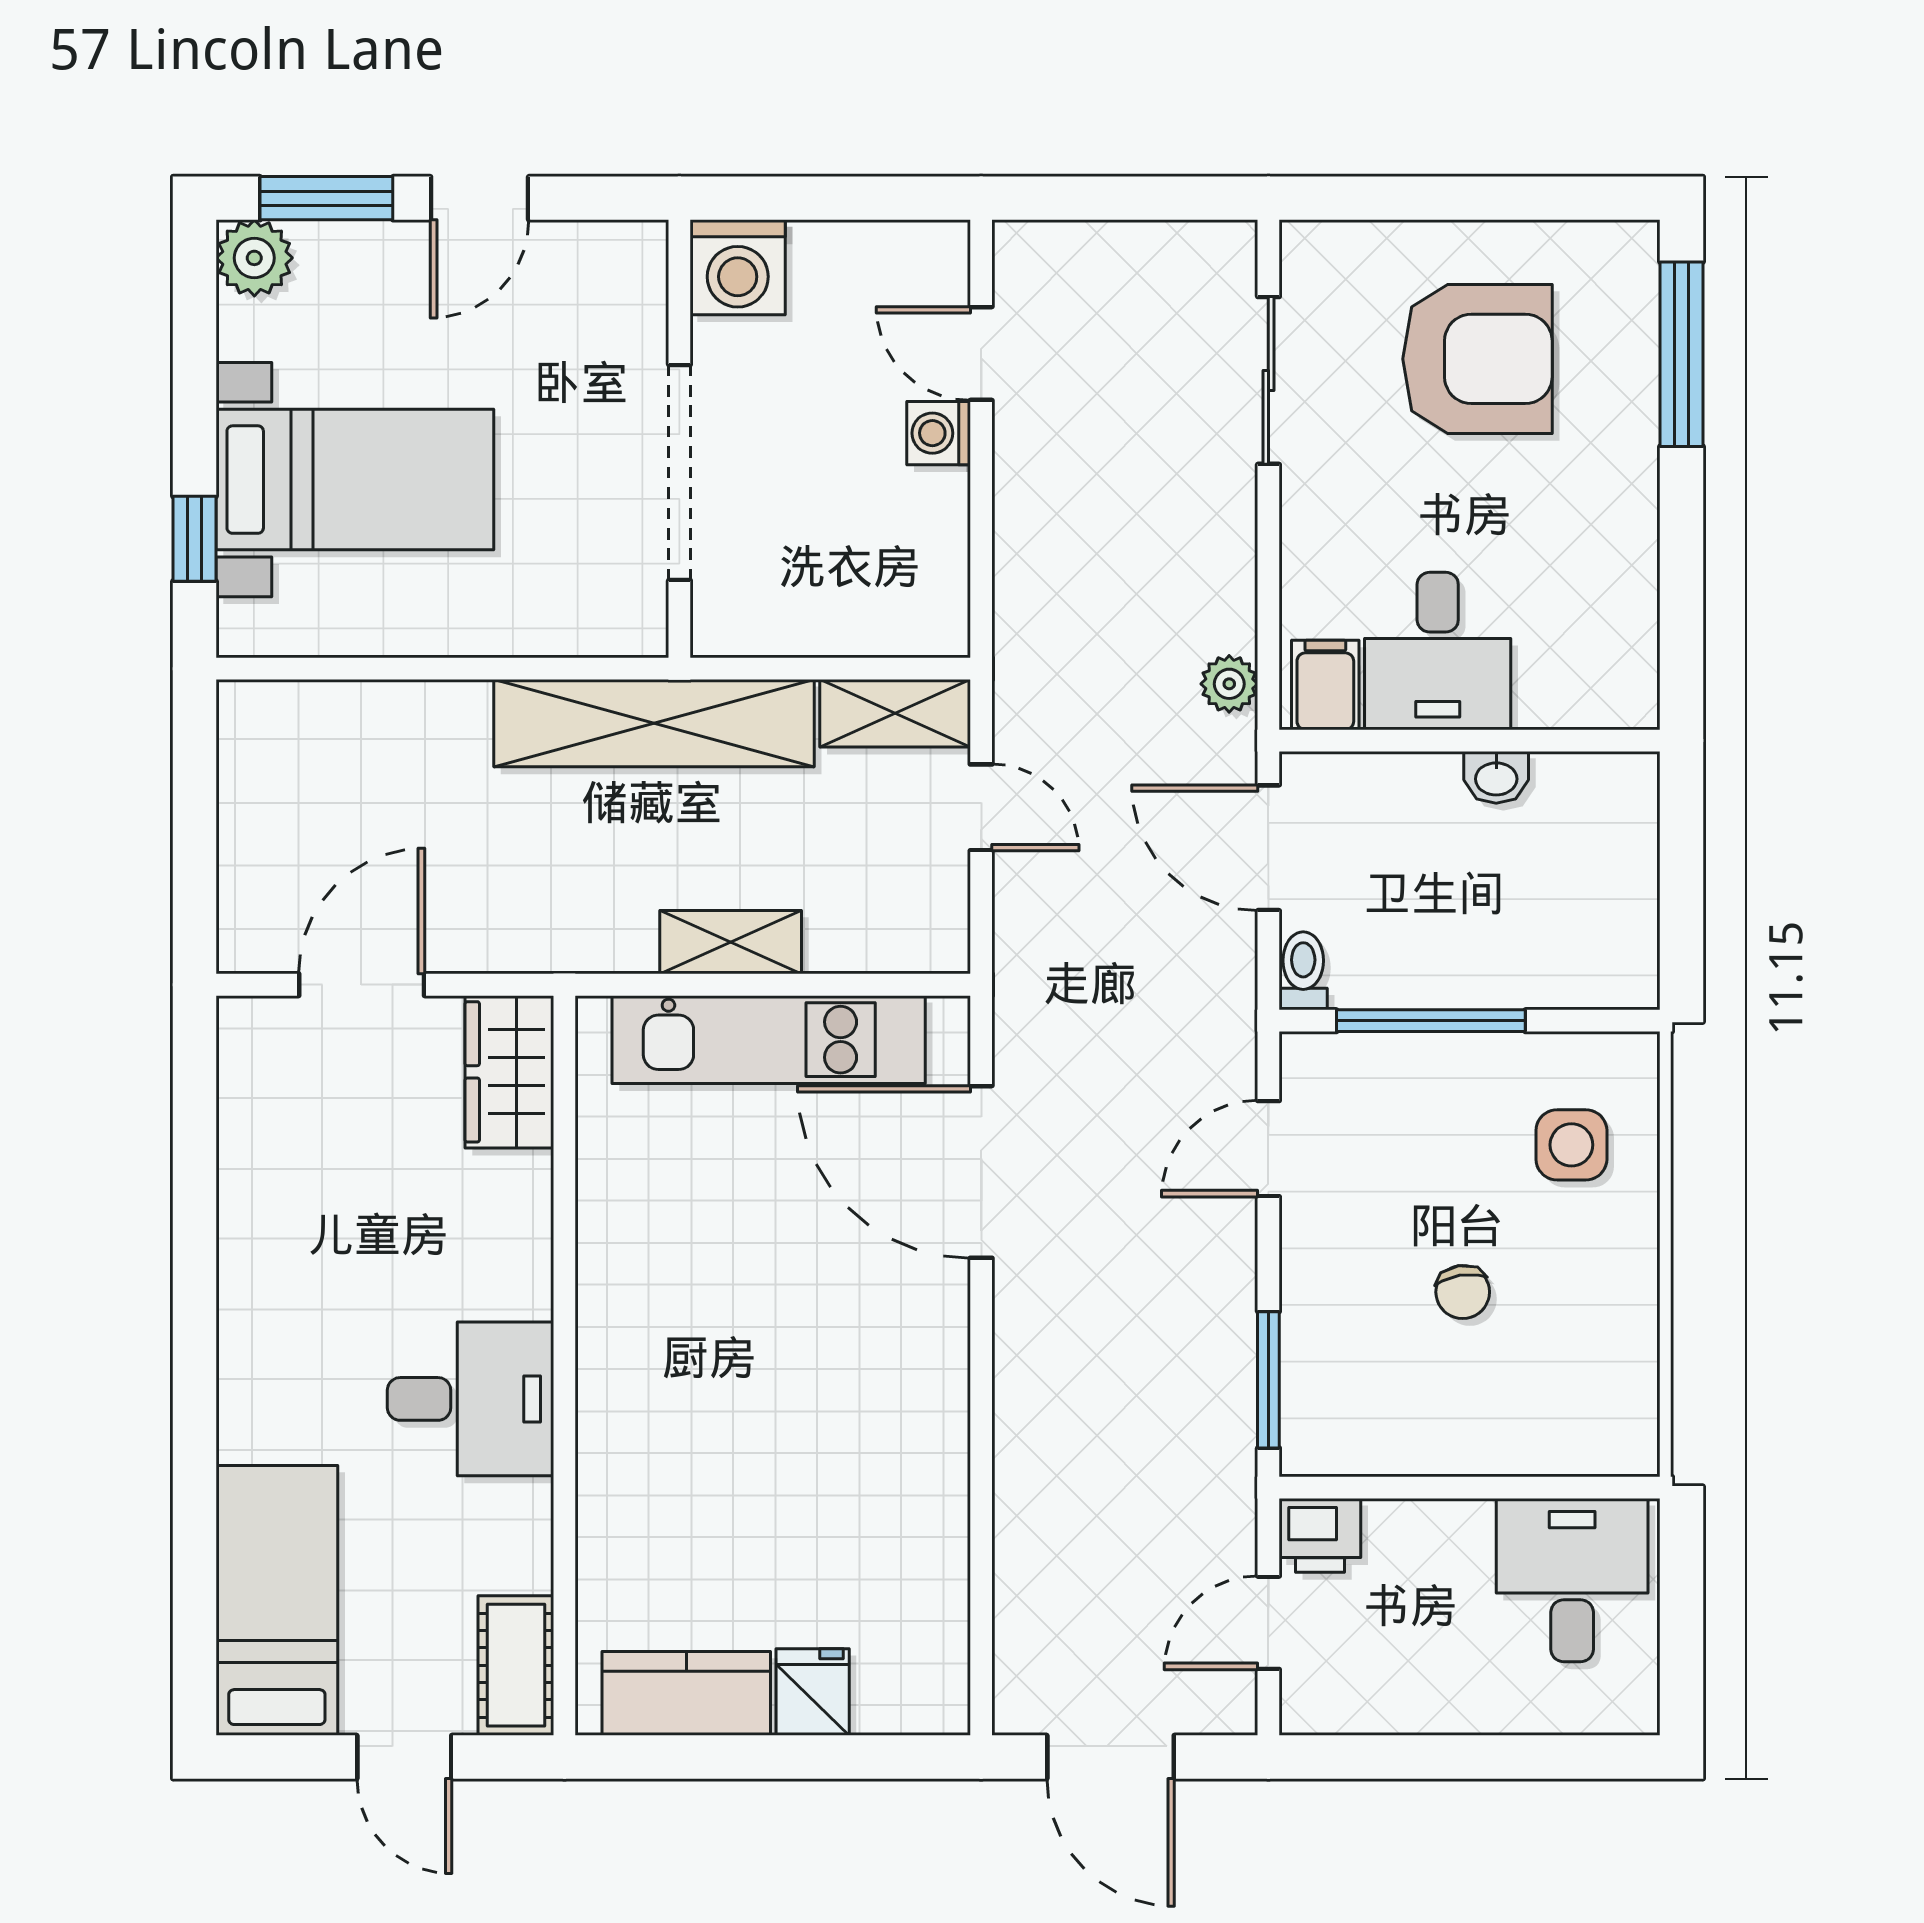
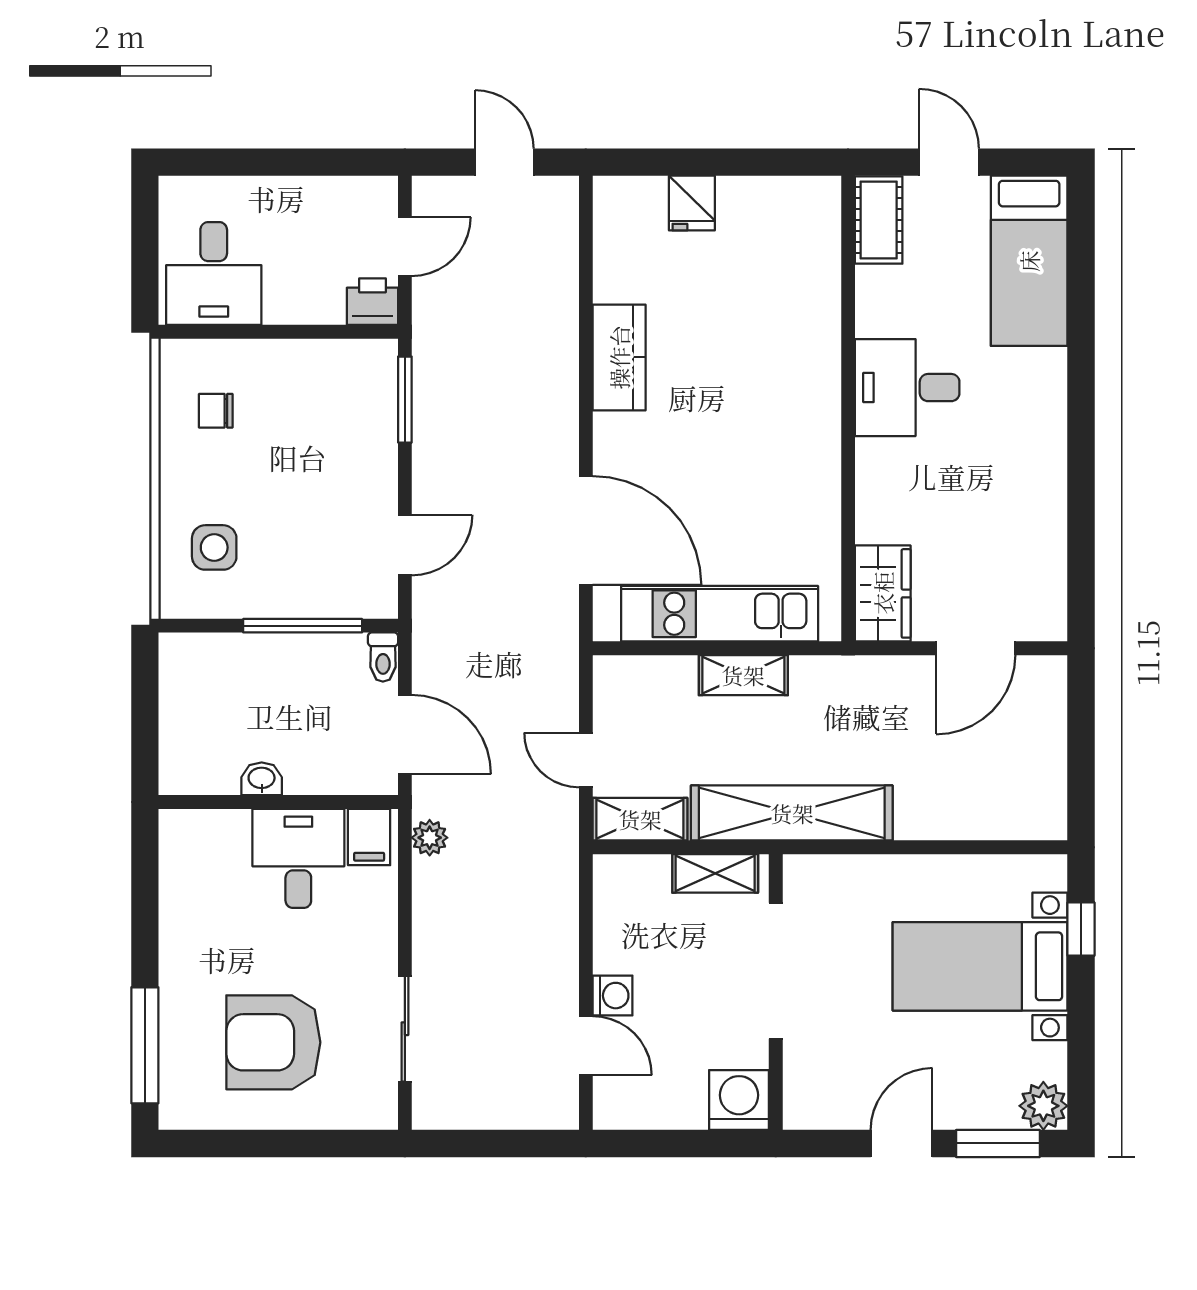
shelving: (776, 627) -> (715, 873), added
chair: (1463, 1292) -> (216, 411), moved, turned -81
kitchen counter: (686, 1693) -> (619, 357), moved, turned -90
door: (1111, 1757) -> (504, 162), width x0.73

